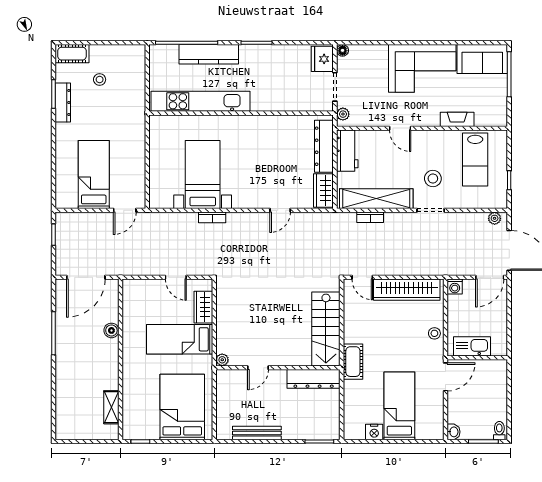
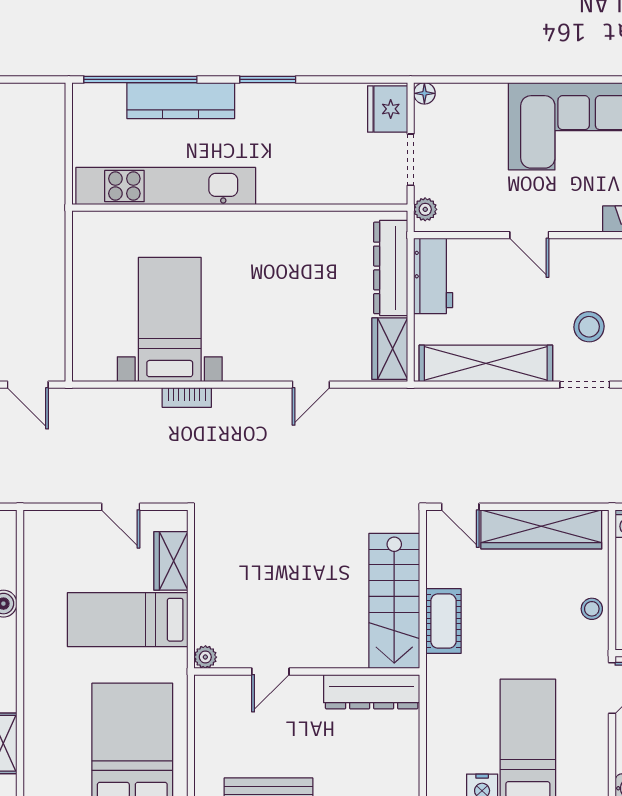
door: (125, 210) -> (28, 385), hinge flipped
bookcase: (370, 217) -> (475, 397), removed
cot: (353, 362) -> (443, 621), moved

